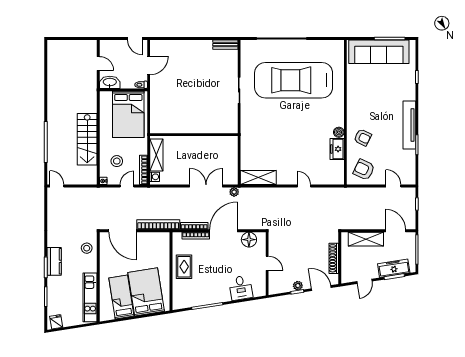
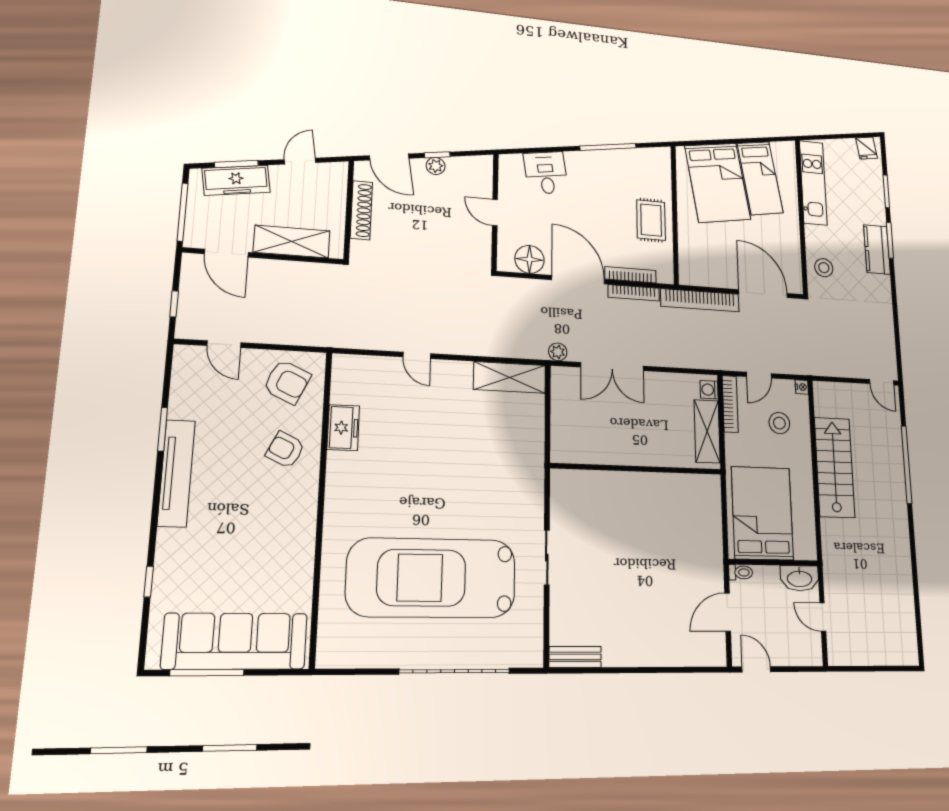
car: (294, 80) -> (432, 578), turned 180
boiler: (339, 132) -> (338, 463), removed
door: (224, 231) -> (578, 280), swing flipped

